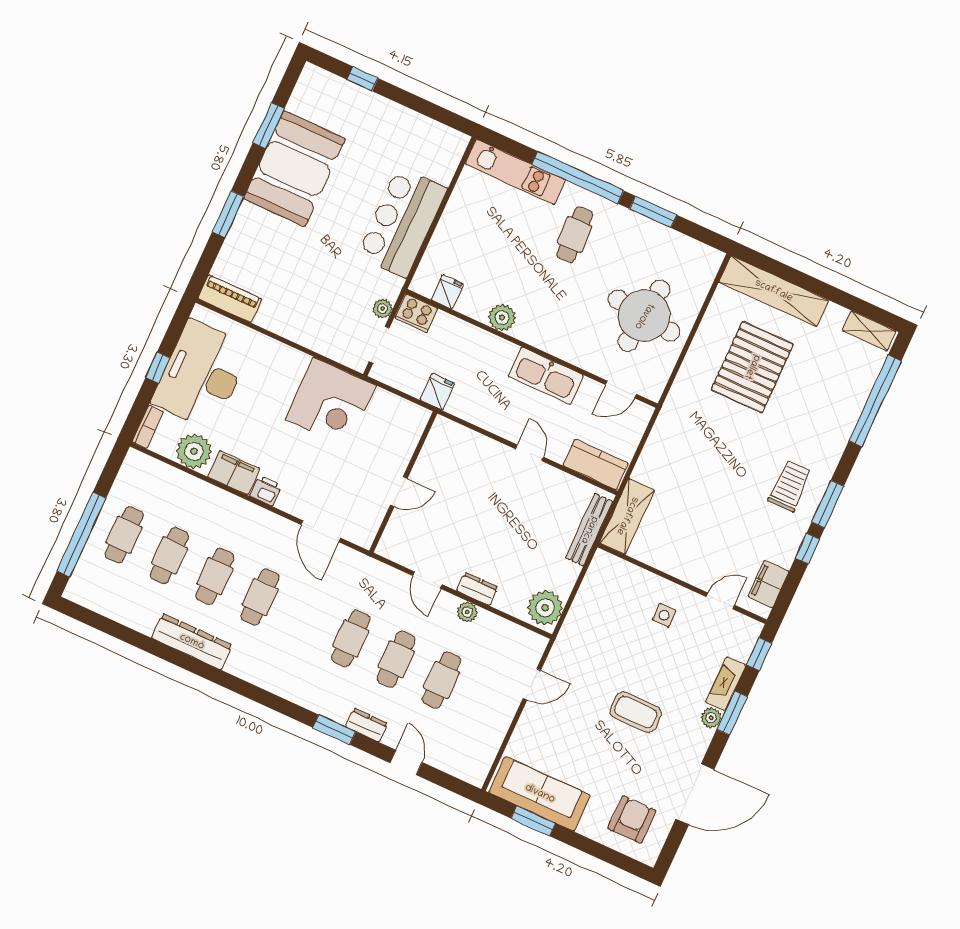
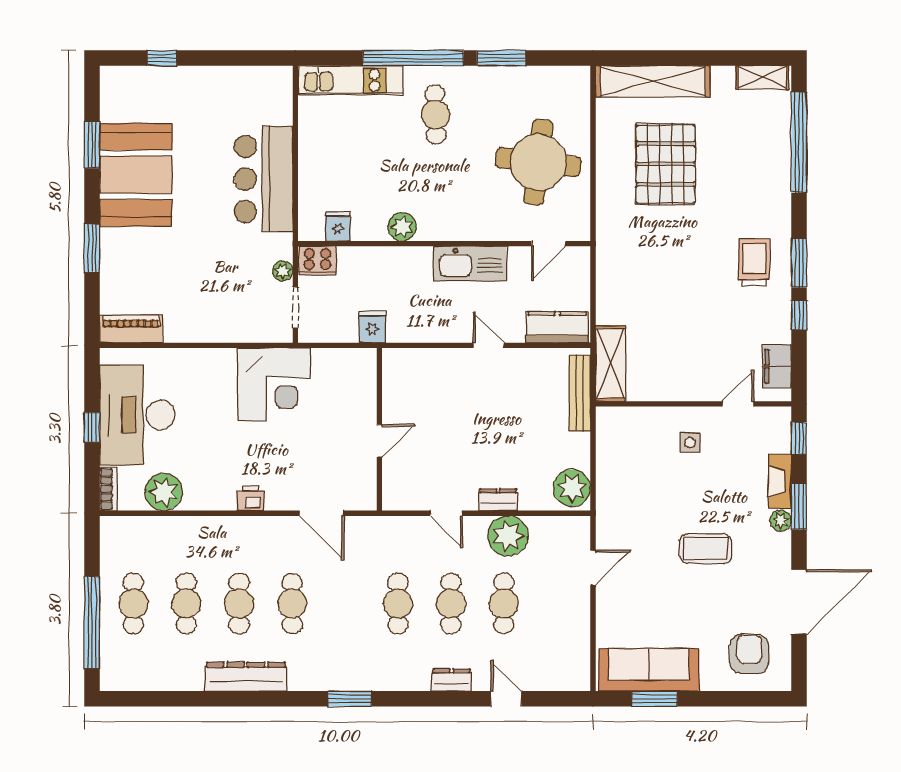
filing cabinet: (234, 473) -> (212, 495), removed
plant: (467, 612) -> (508, 536), width x1.87, depth x1.87
window: (334, 730) -> (350, 699), moved

